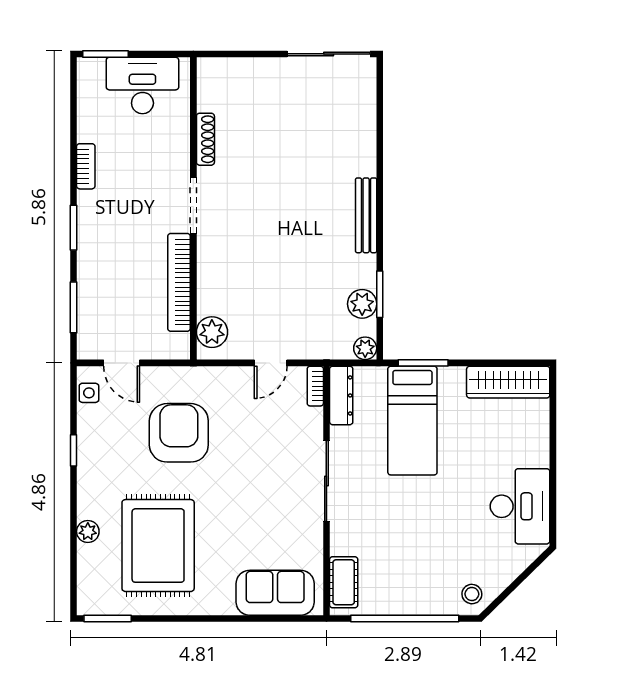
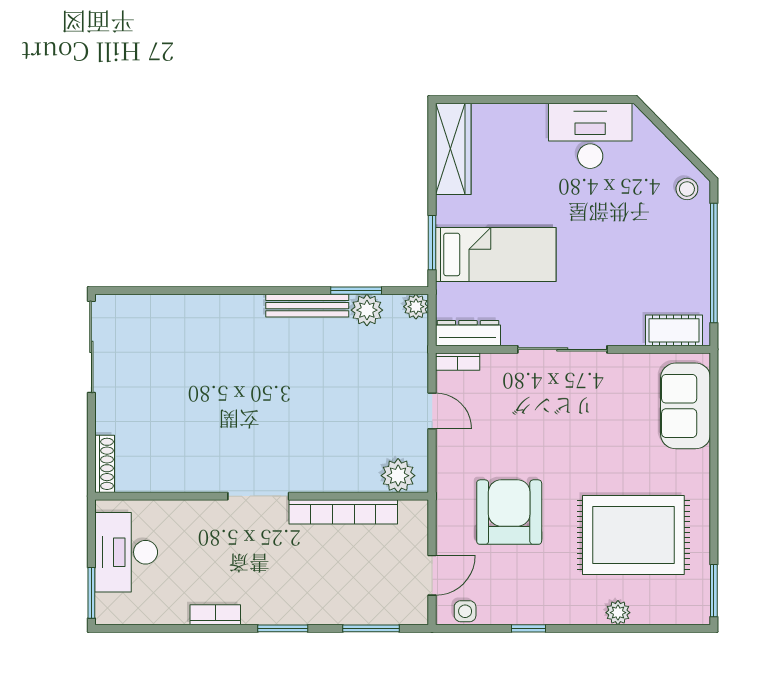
shoe rack: (205, 139) -> (105, 464), moved, turned 90
bench: (366, 215) -> (307, 306), moved
armchair: (179, 433) -> (509, 512), turned 90

